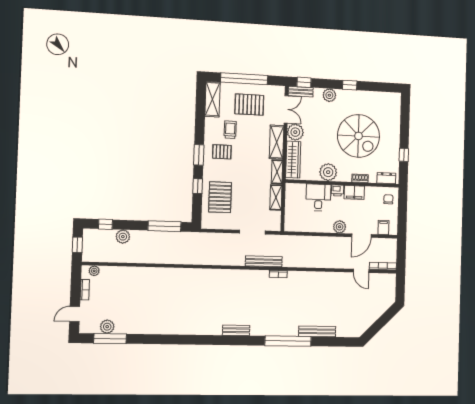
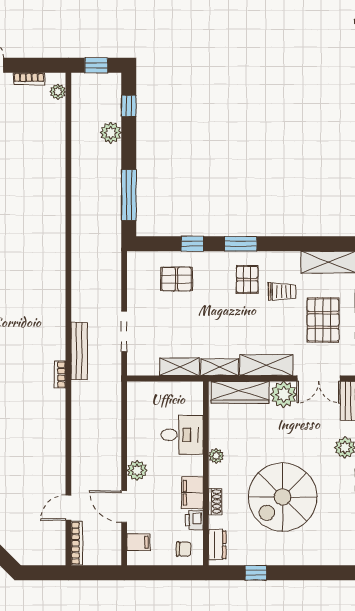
plant: (328, 172) -> (216, 456), width x0.53, depth x0.53
printer: (338, 191) -> (194, 520), moved
pallet: (220, 197) -> (177, 279), width x0.67, depth x0.71

